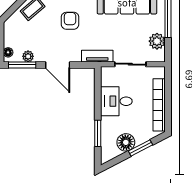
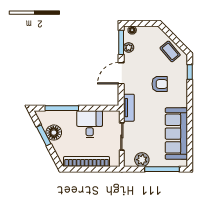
window: (98, 133) -> (62, 108), width x1.44
window: (140, 148) -> (44, 135), moved

